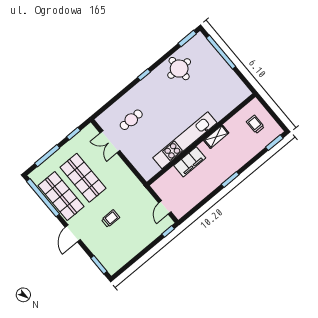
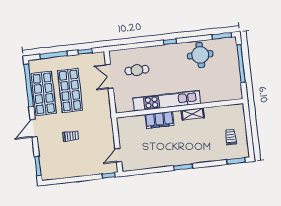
shelving: (216, 137) -> (193, 114), moved
wall: (201, 139) -> (180, 108), moved
kitchen unit: (185, 140) -> (167, 101), moved
filing cabinet: (190, 162) -> (159, 120), moved

